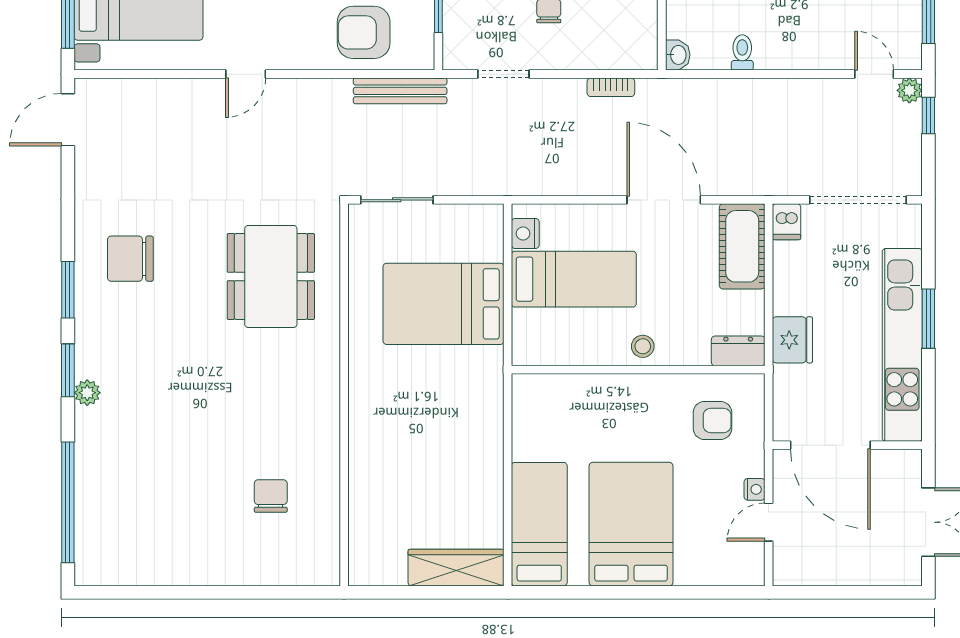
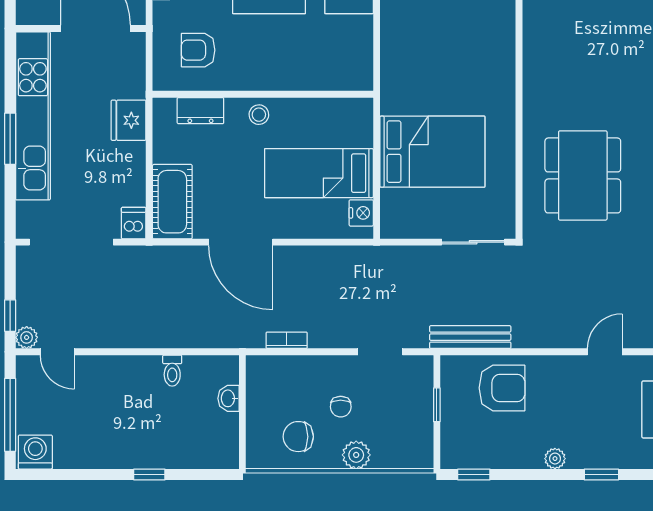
washbasin: (678, 55) -> (228, 398), moved
dresser: (738, 351) -> (200, 111), moved

